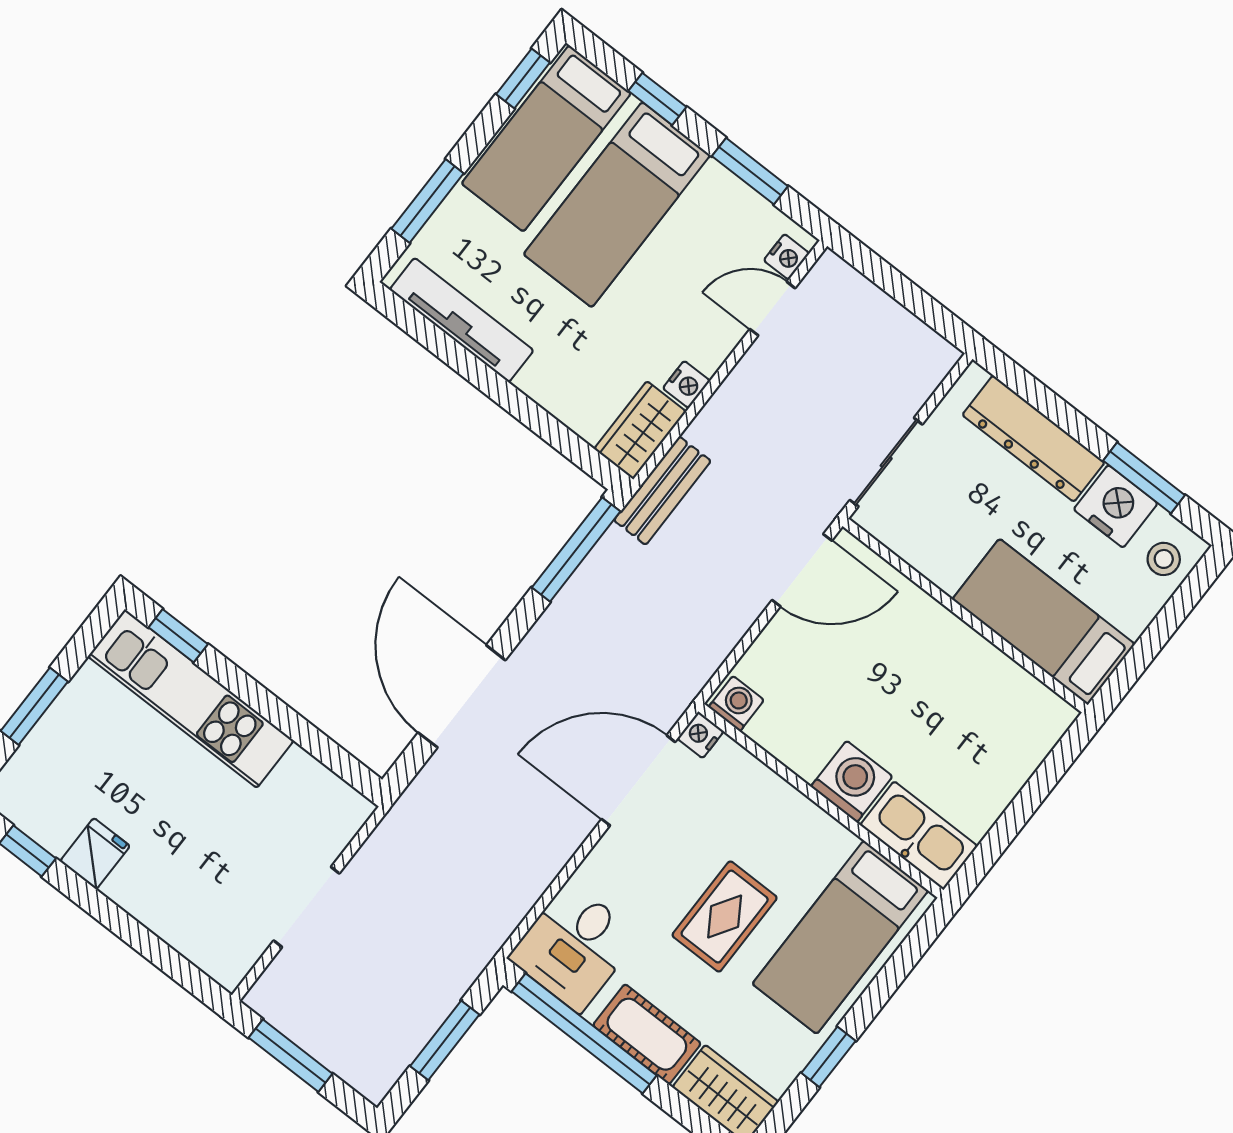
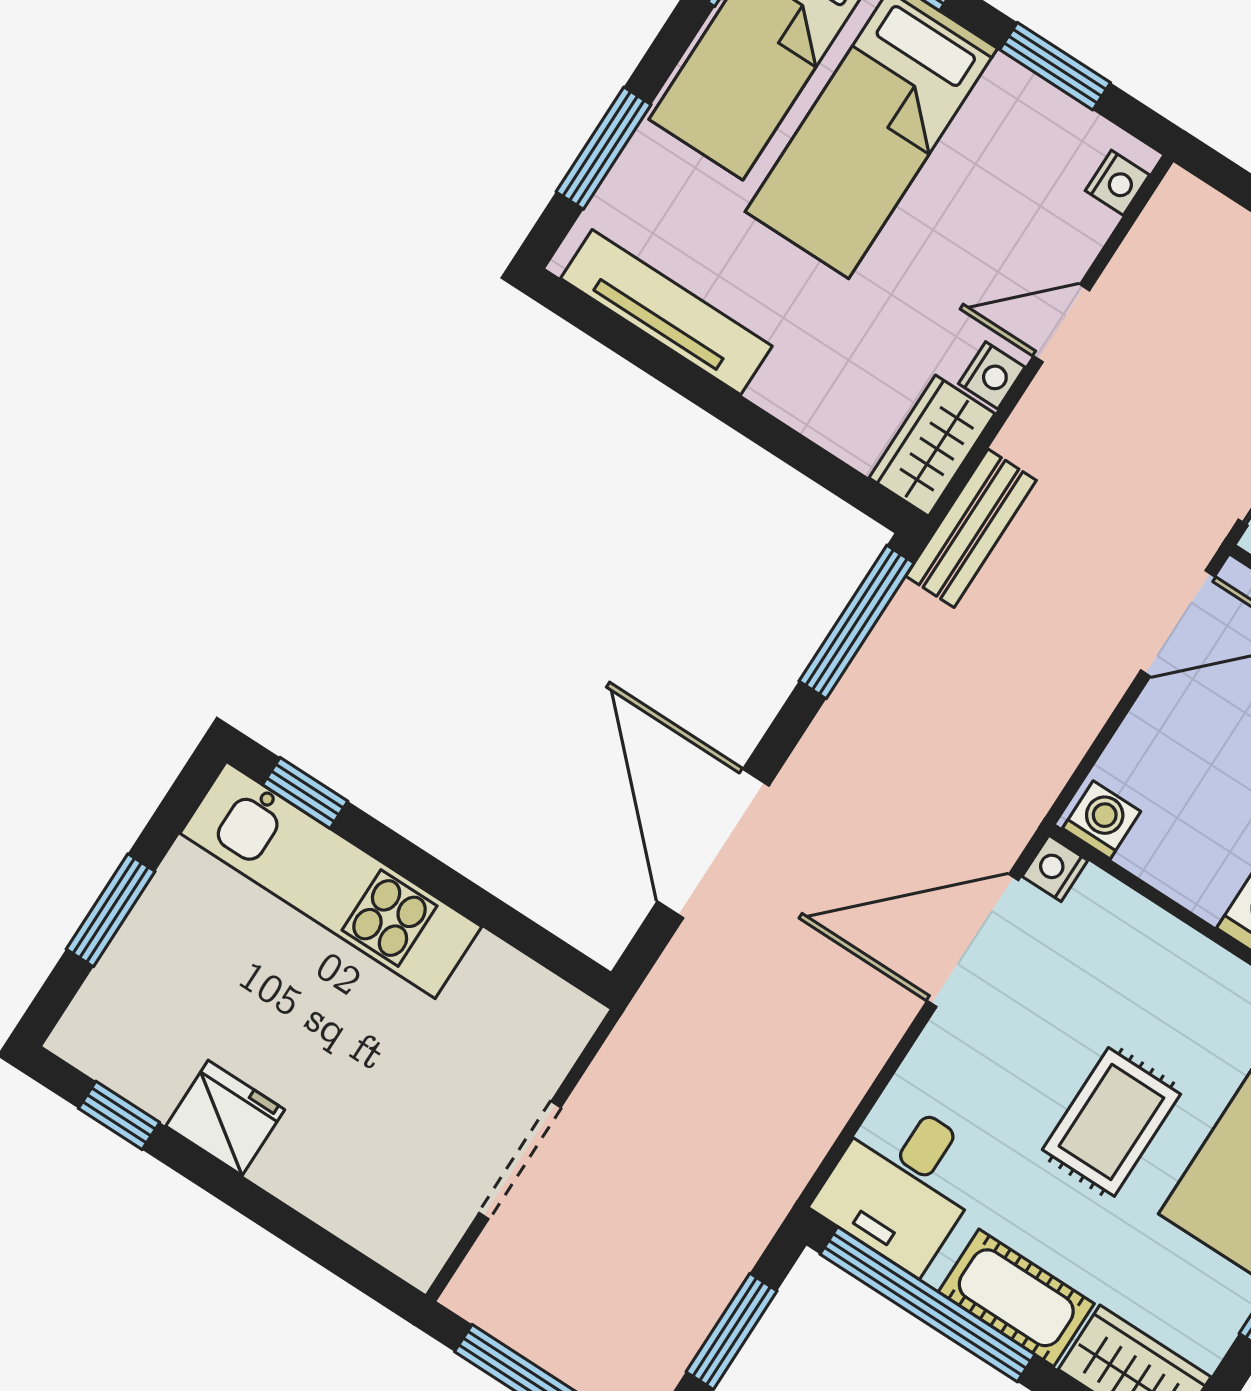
door: (772, 309) -> (1061, 323), moved
fridge: (95, 854) -> (225, 1118), width x1.38

